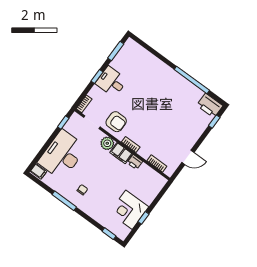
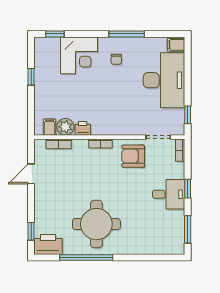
round table: (170, 96) -> (96, 224), added
plant: (107, 143) -> (65, 127), moved
filing cabinet: (121, 153) -> (50, 127), moved, width x0.50
corner desk: (129, 210) -> (79, 55), moved, turned 90

